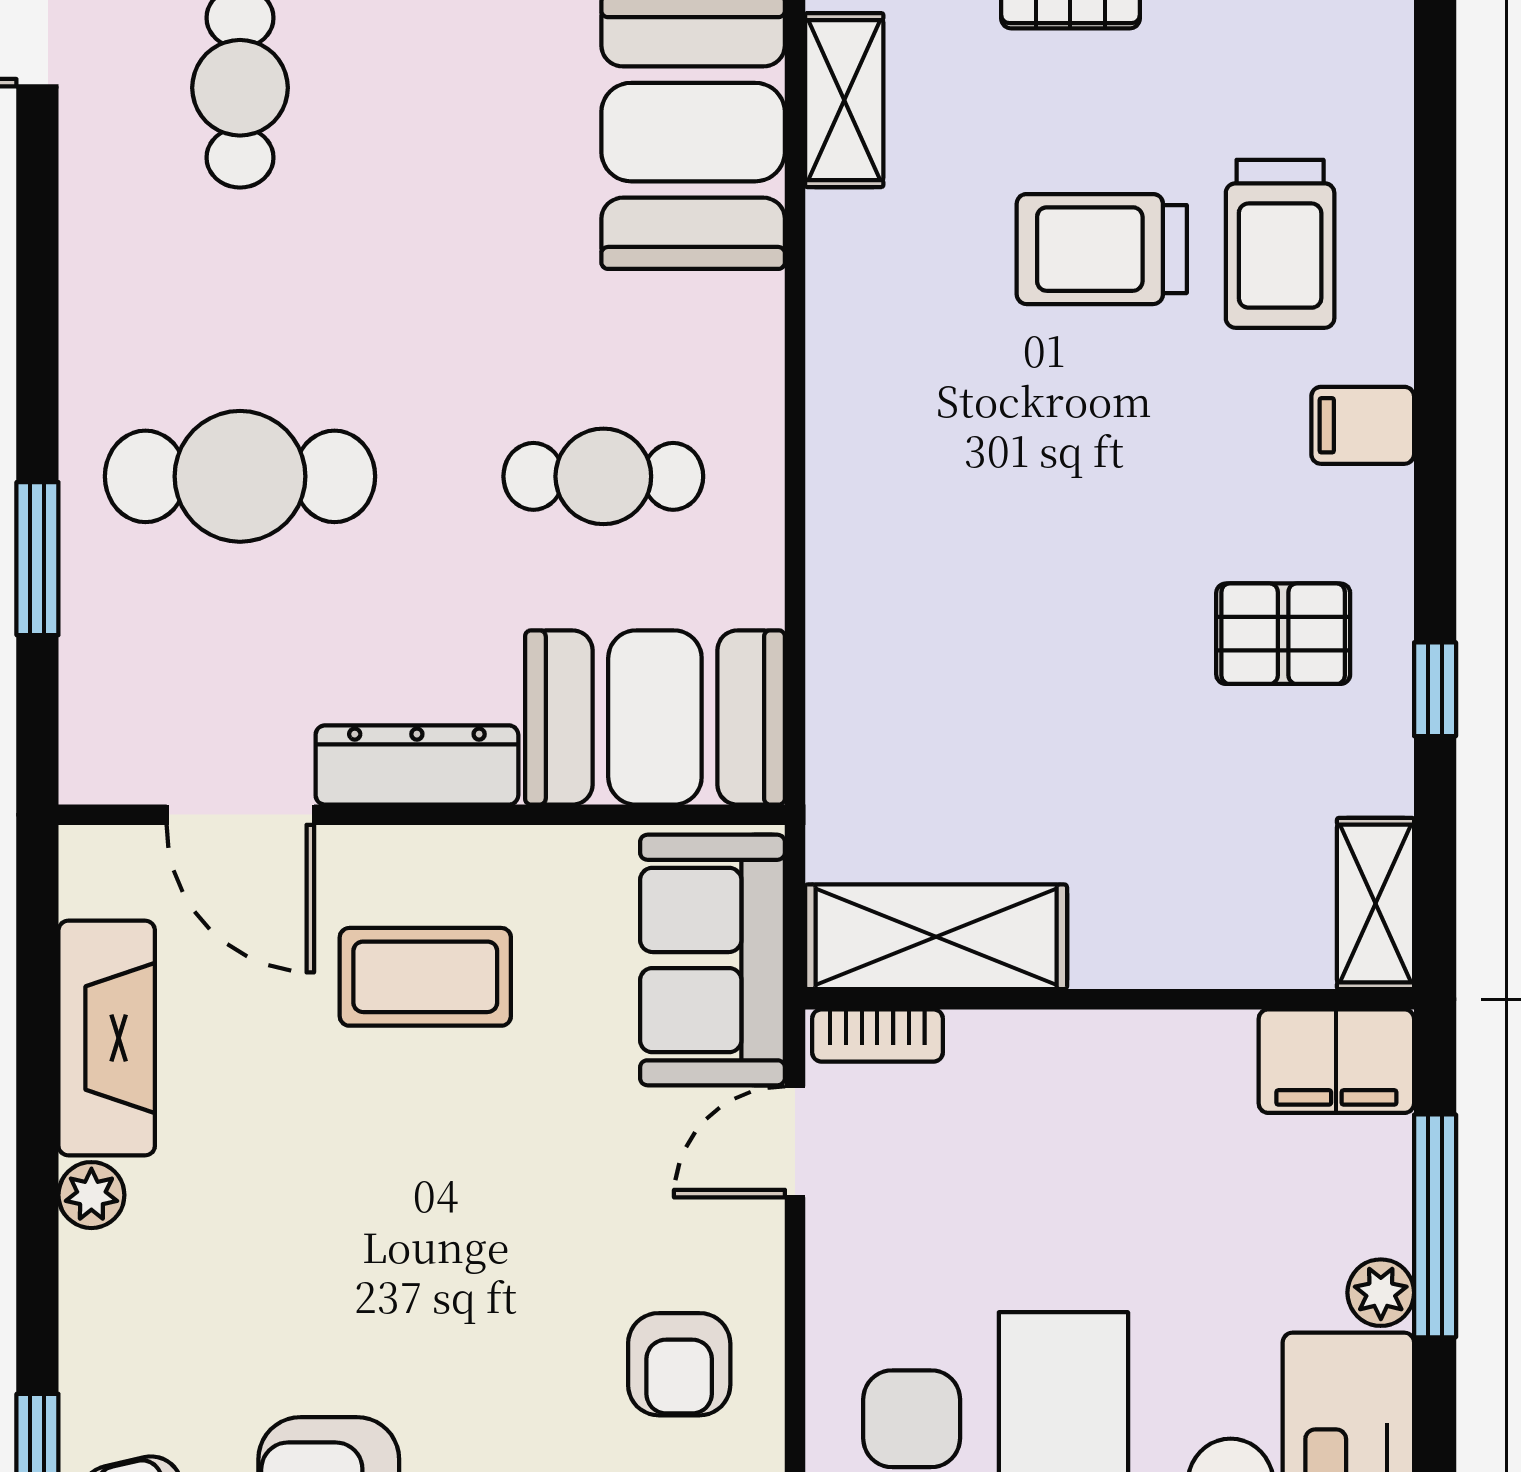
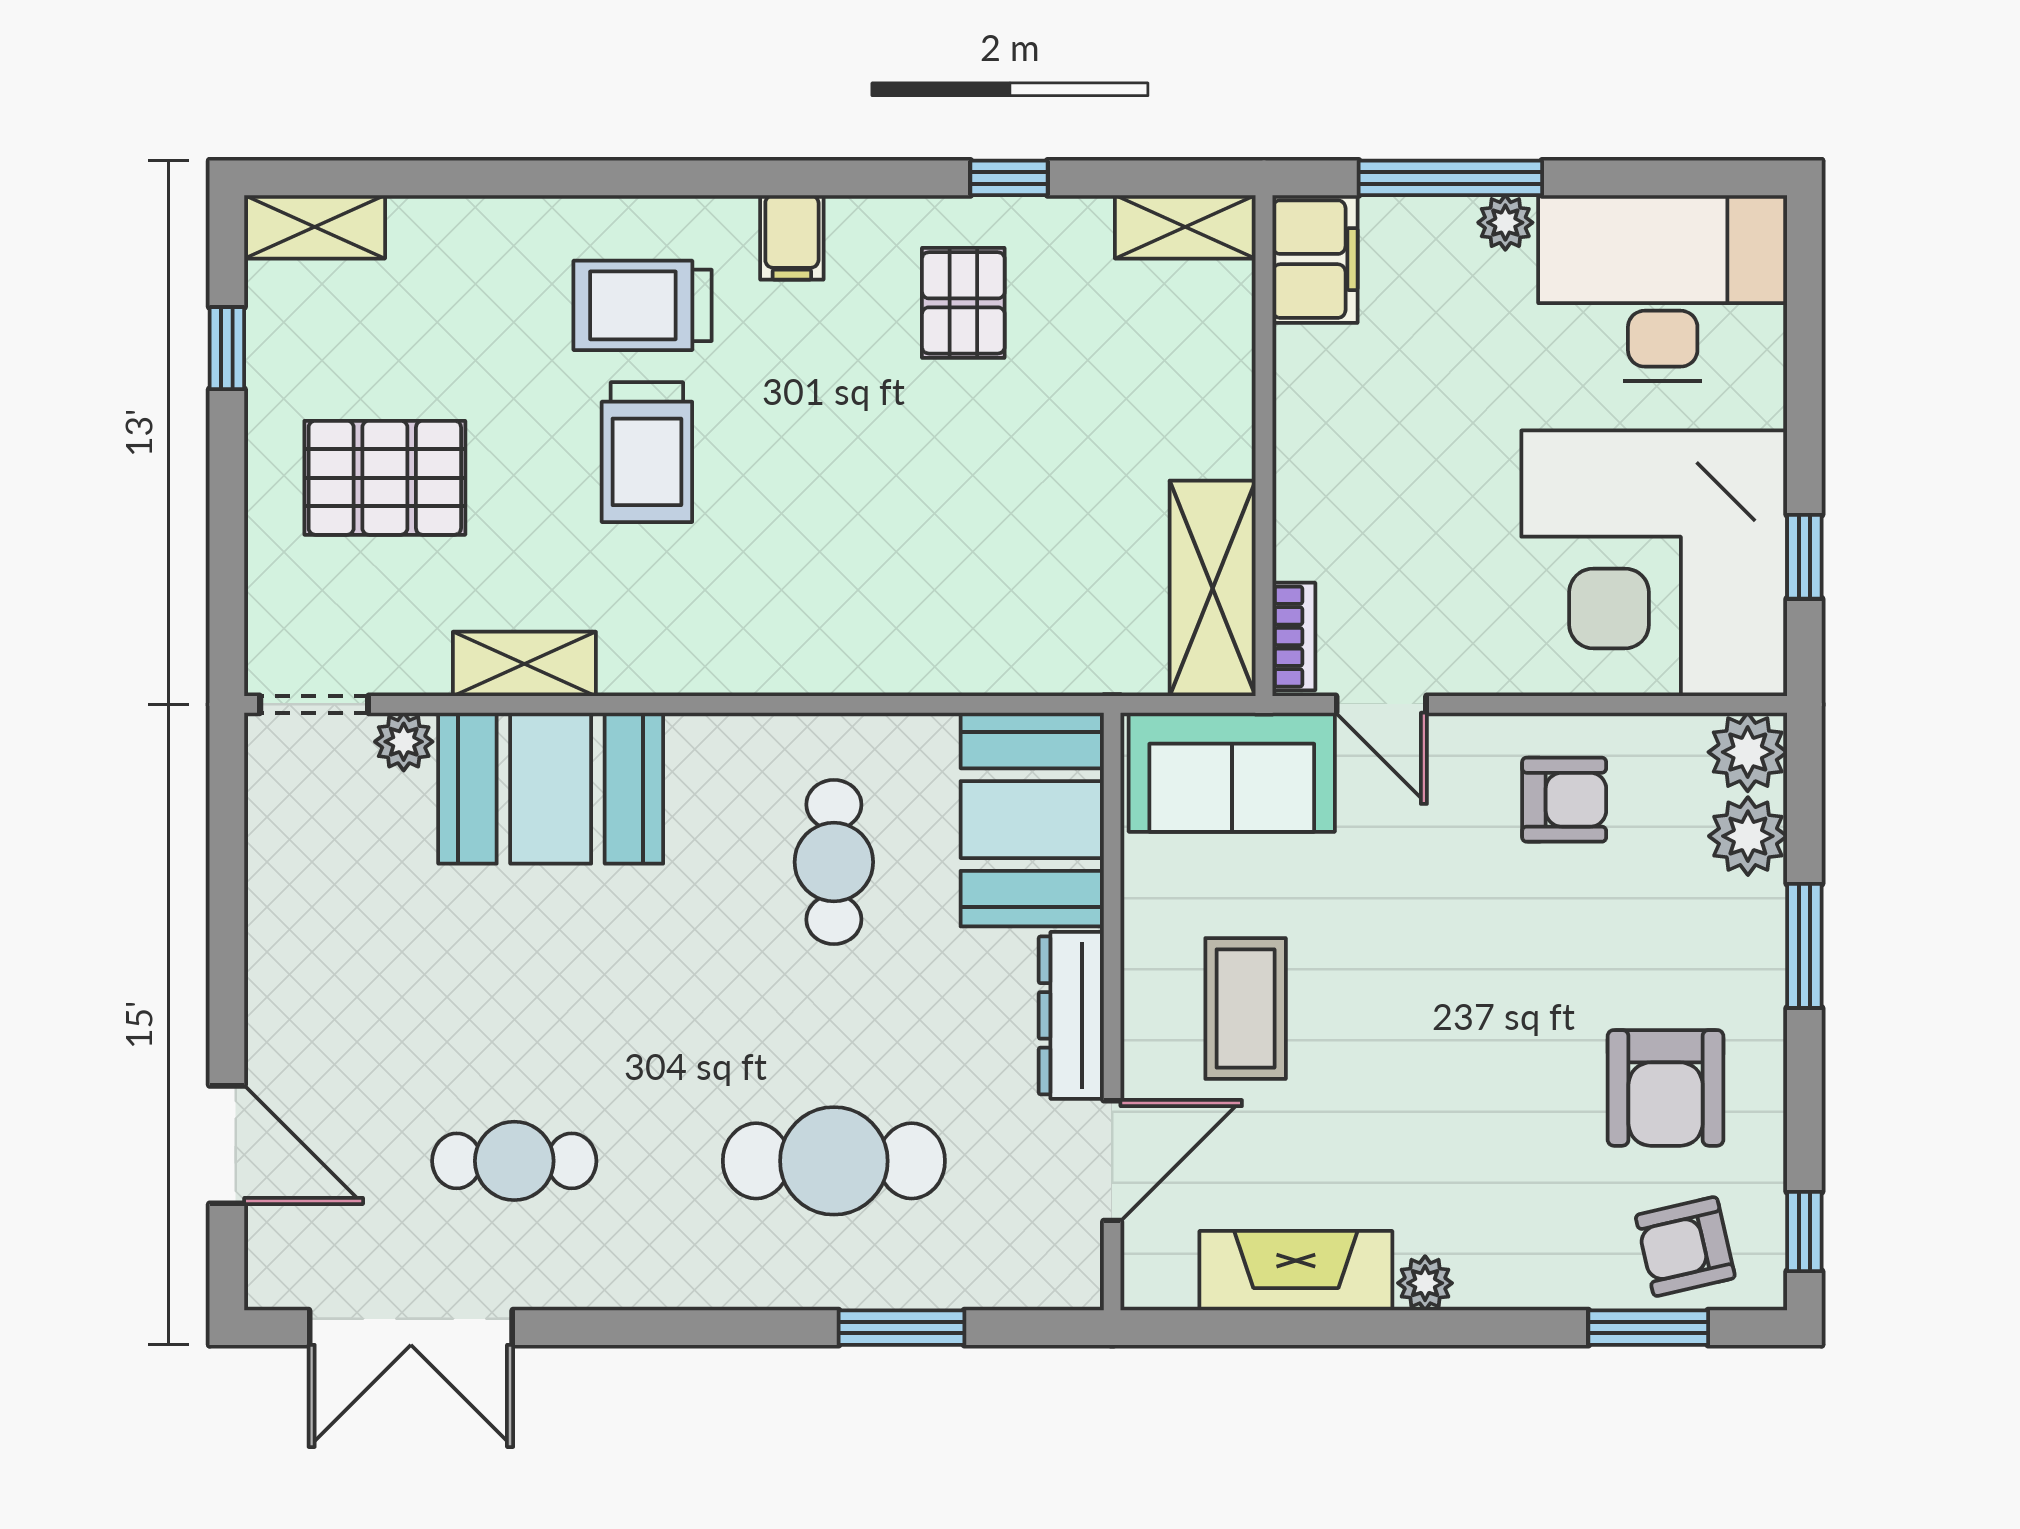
trolley: (1280, 244) -> (643, 305), turned 180
cafe table: (240, 476) -> (834, 1161), turned 90

